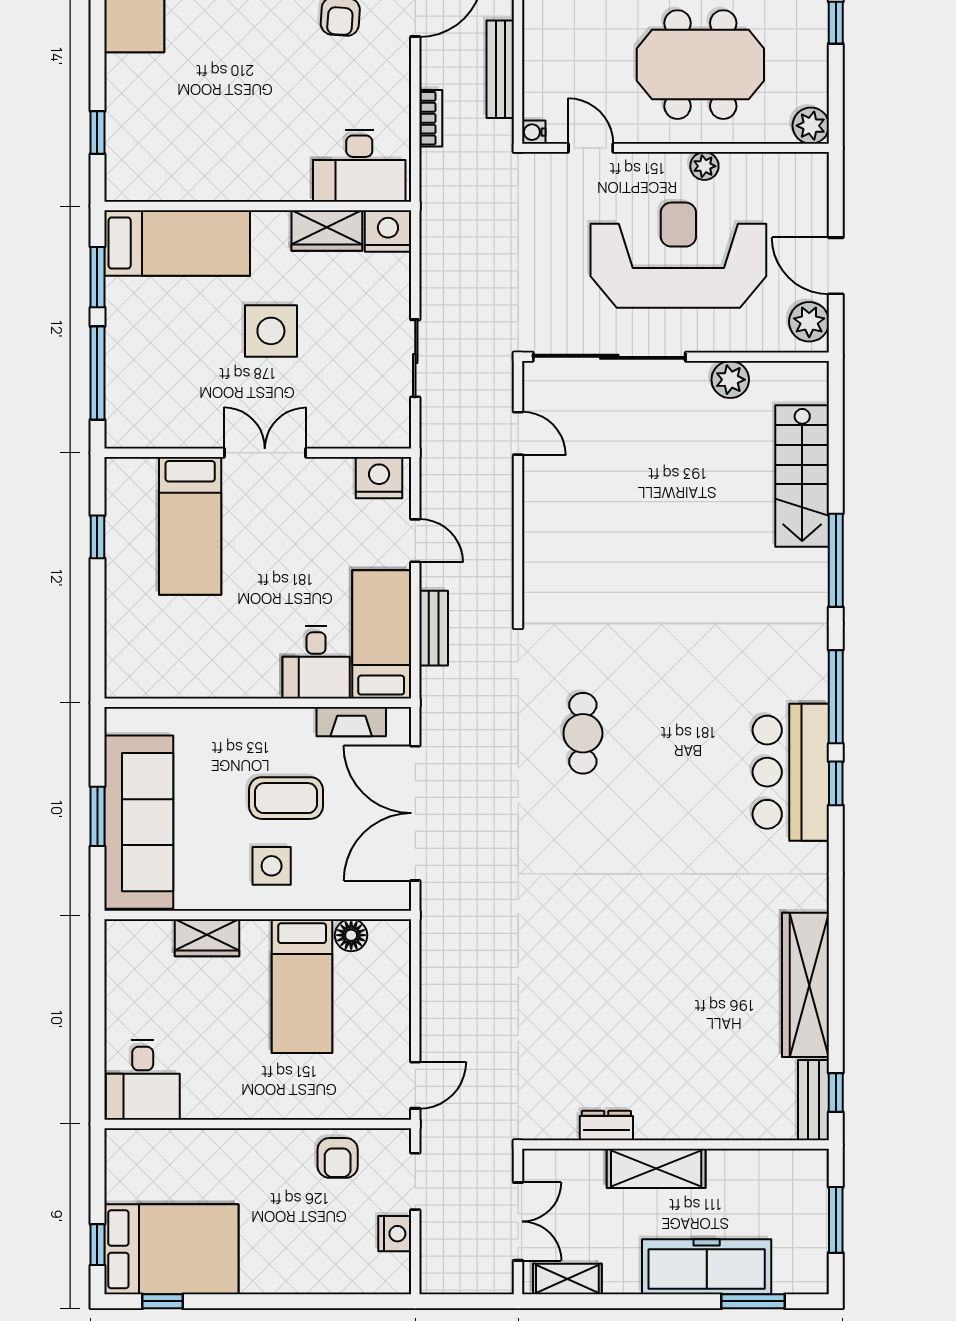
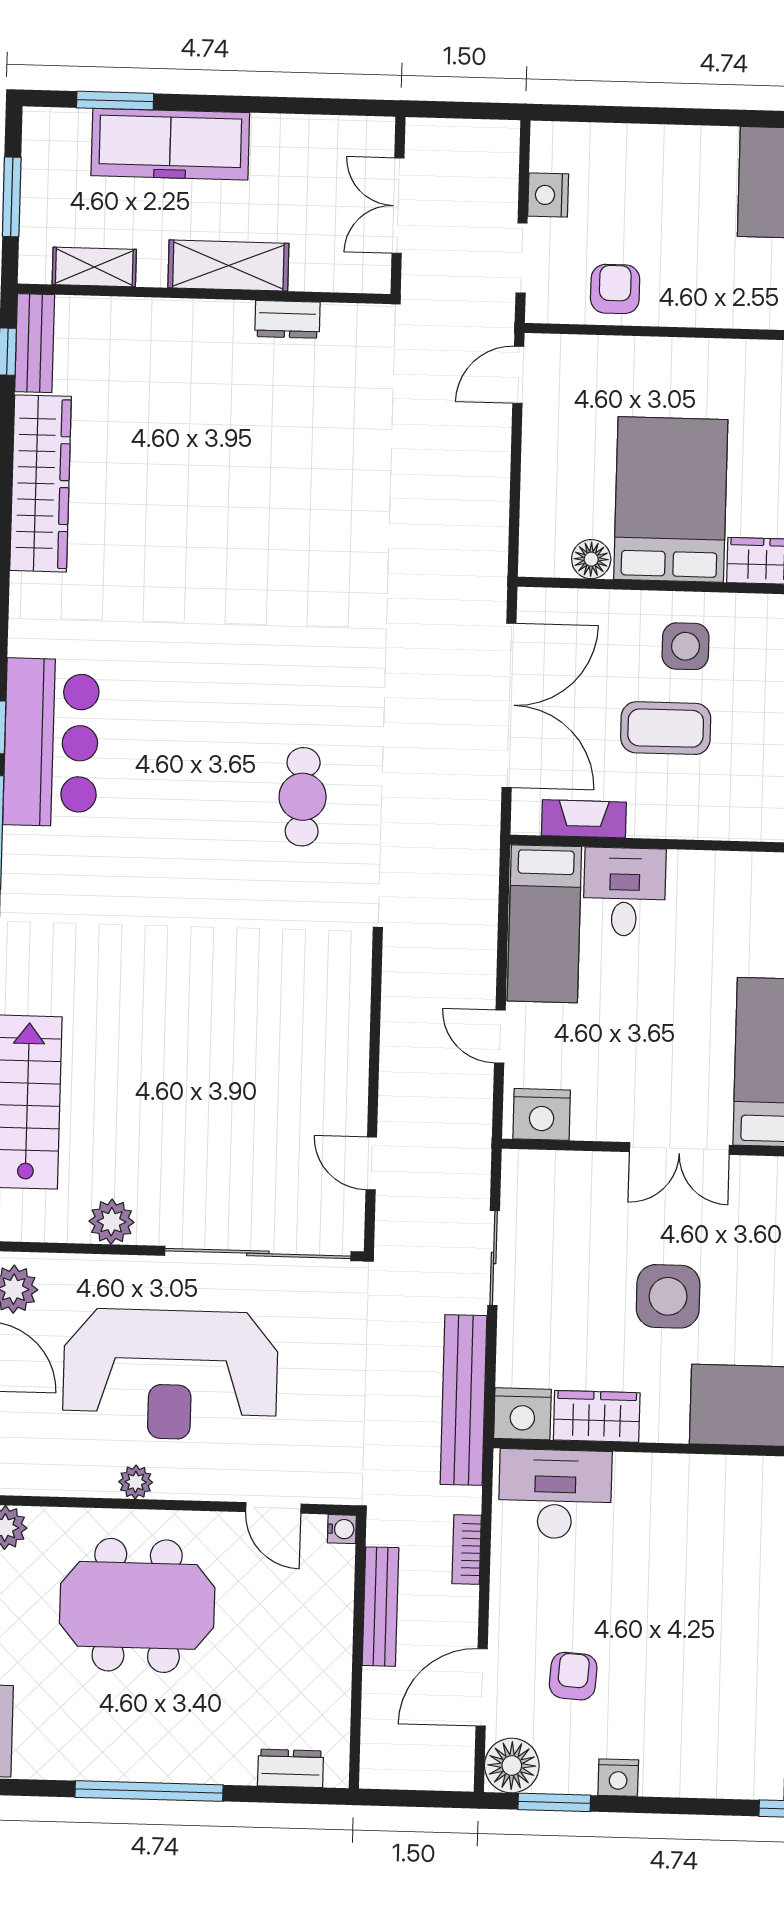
bench: (434, 628) -> (464, 1400), moved, width x1.86, depth x1.21
bed: (302, 986) -> (671, 500), width x1.50
shelving: (567, 1279) -> (94, 267), moved

